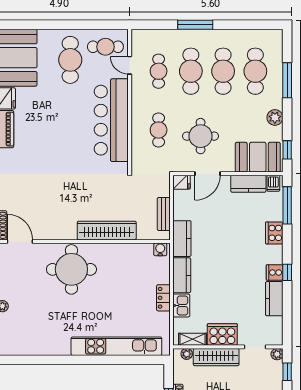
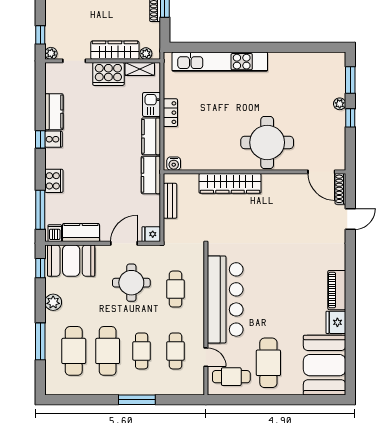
cafe table: (191, 71) -> (142, 351), width x0.73, depth x0.74

